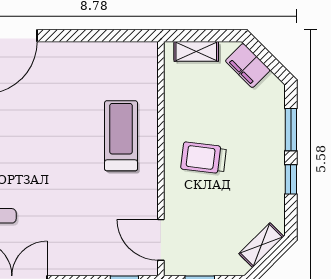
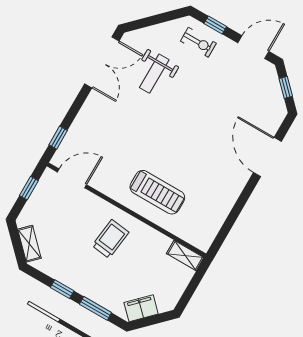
shelving: (196, 51) -> (185, 255), moved, turned 90
filing cabinet: (248, 66) -> (141, 308), moved

